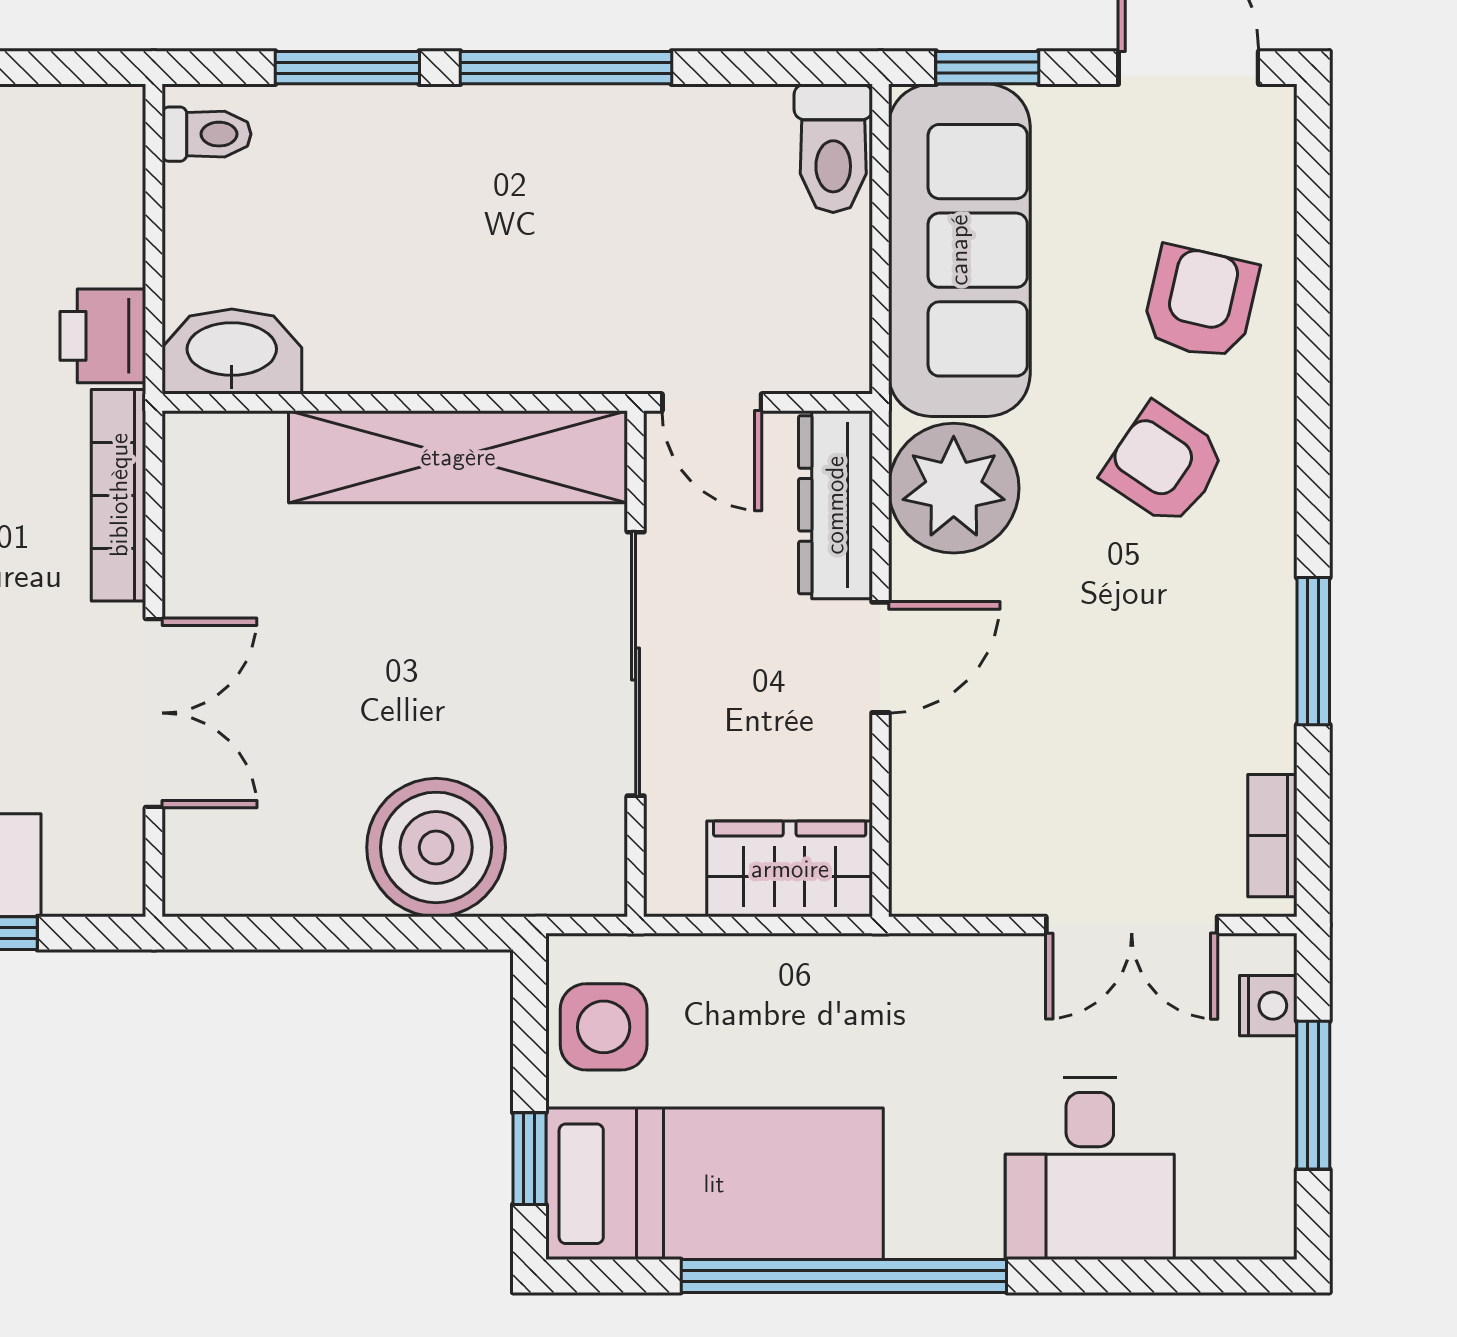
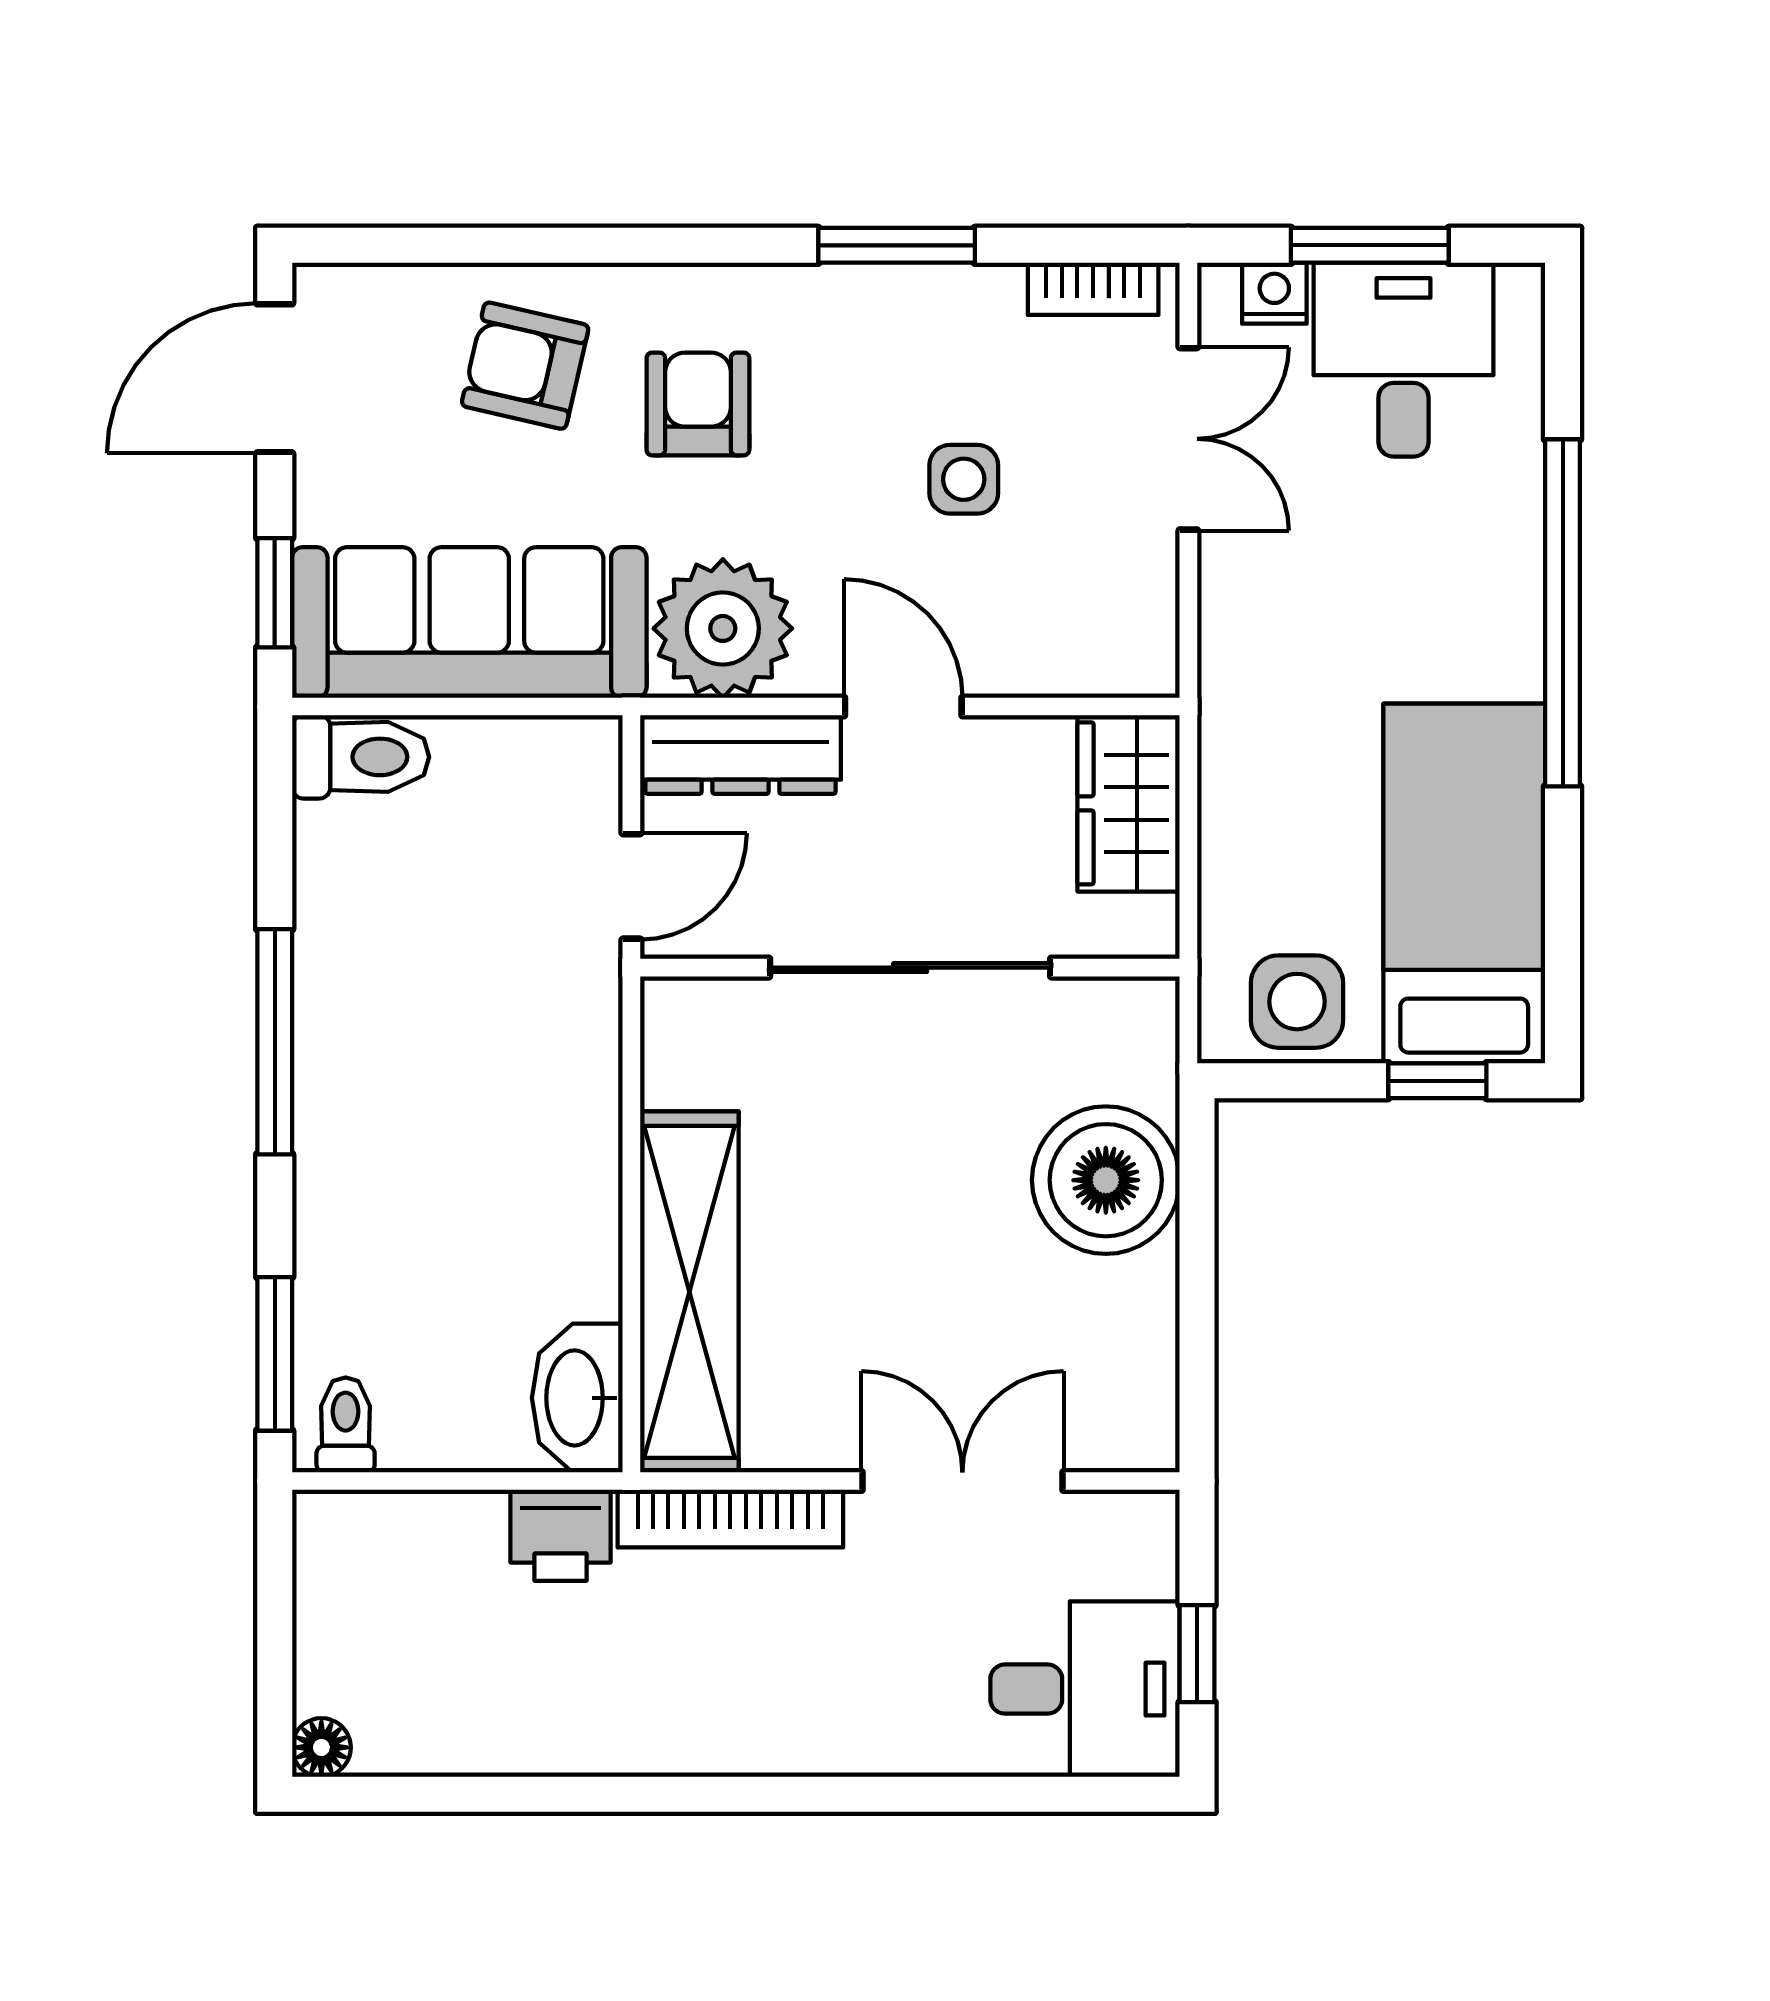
window: (347, 68) -> (275, 1354), moved
shelving: (458, 457) -> (689, 1292), moved
armchair: (1164, 465) -> (698, 404), turned 146
side table: (1094, 714) -> (964, 479), added
desk: (1090, 1169) -> (1404, 360), moved, turned -90
window: (844, 1276) -> (1563, 613), moved

